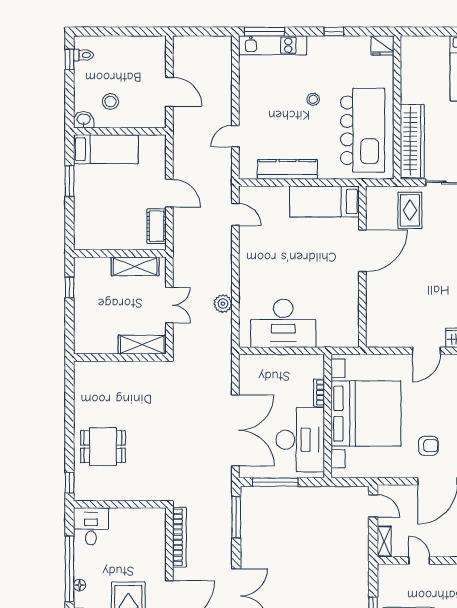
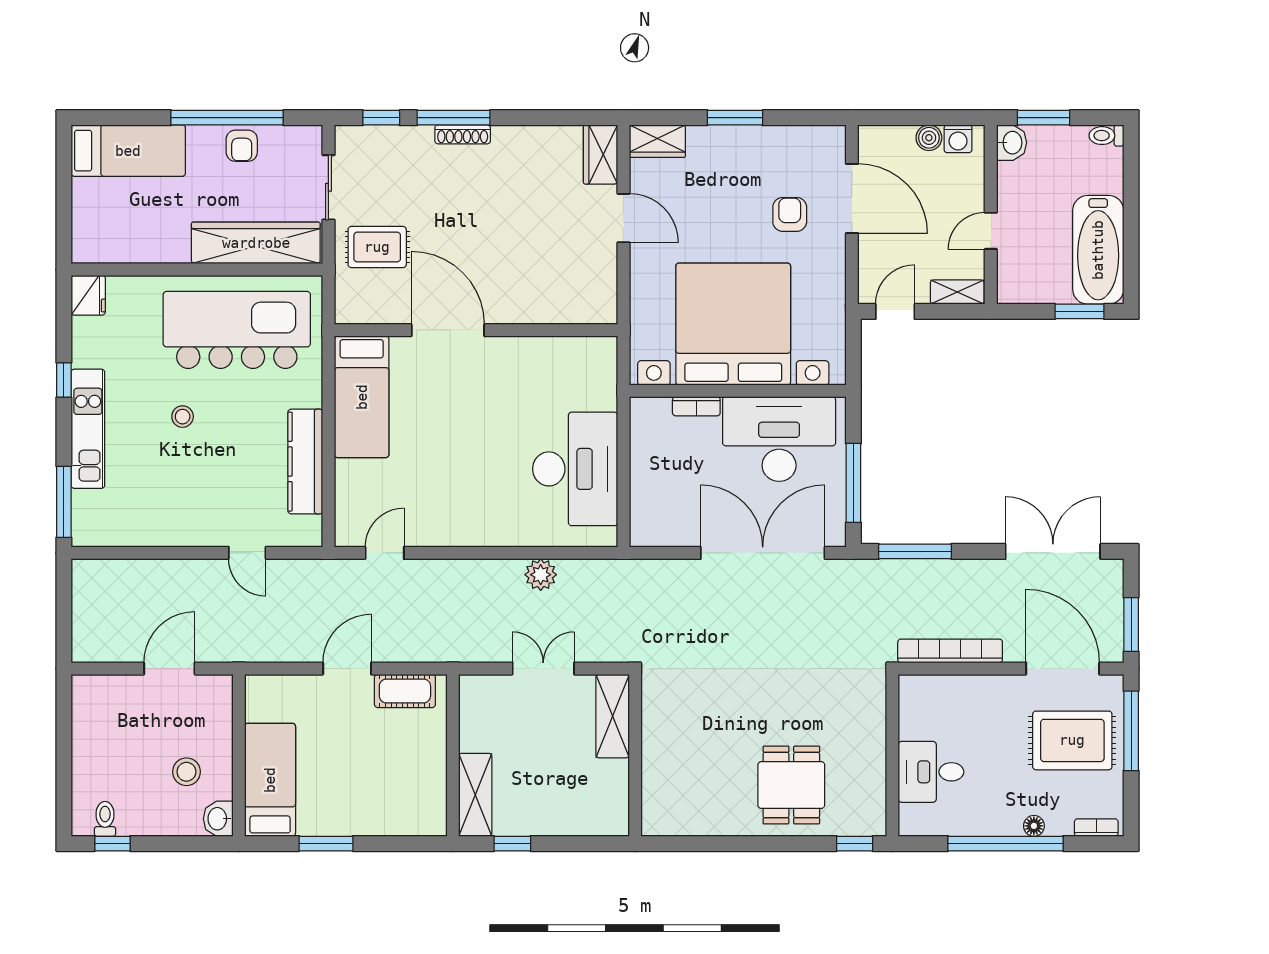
kitchen unit: (273, 45) -> (88, 429), moved
shelving: (135, 266) -> (475, 795), moved
desk: (91, 526) -> (931, 772), moved

